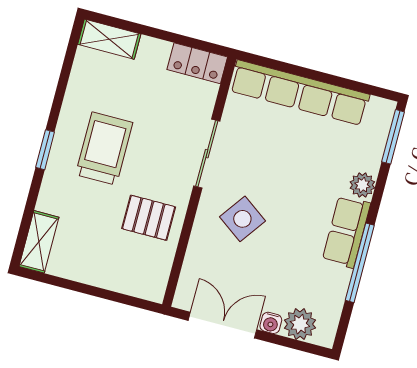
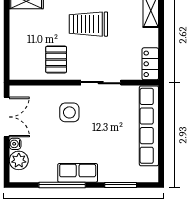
window: (393, 137) -> (121, 185), moved
trolley: (104, 149) -> (88, 24), turned 180
plant: (362, 185) -> (106, 175), removed
side table: (242, 219) -> (69, 112), turned -36

